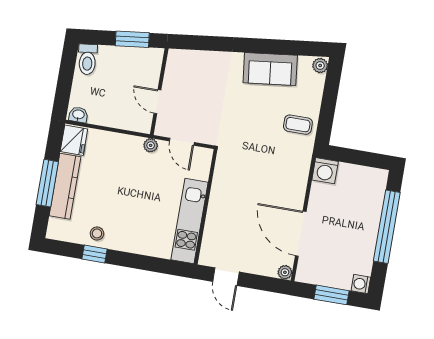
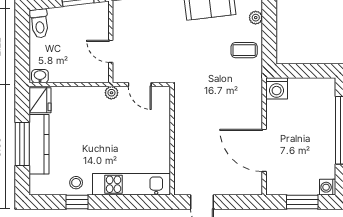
kitchen unit: (190, 221) -> (131, 184), moved, turned 90
plant: (285, 272) -> (256, 18), moved

